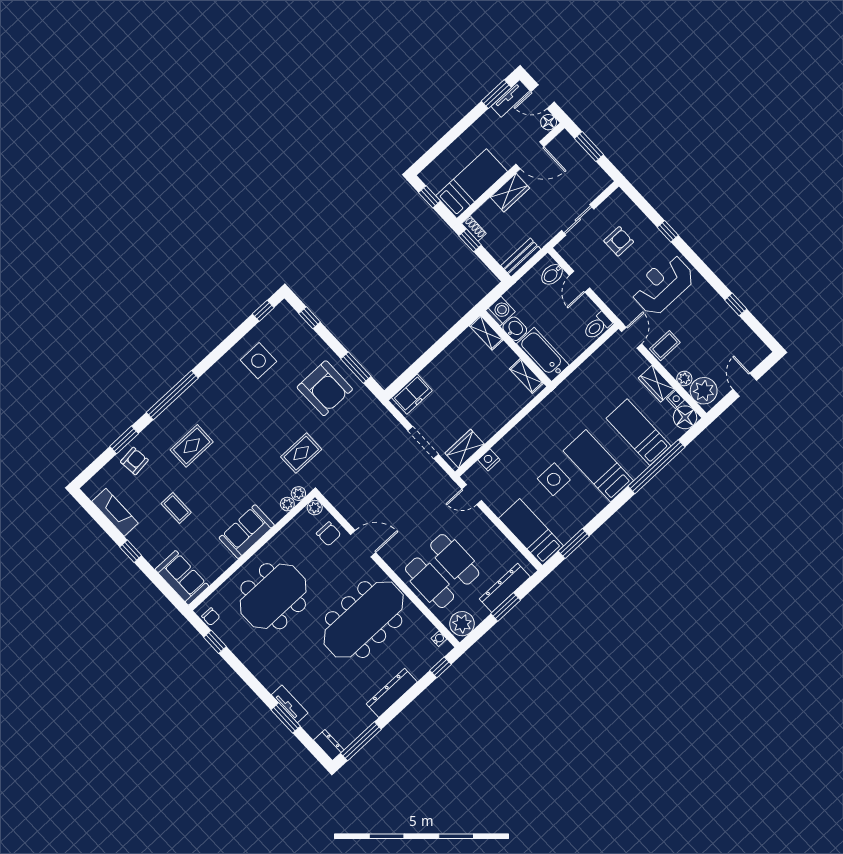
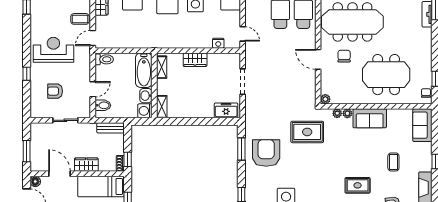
reception desk: (663, 285) -> (53, 50), turned 180
wardrobe: (465, 449) -> (195, 60), moved
rug: (301, 453) -> (307, 132), width x1.36, depth x1.43
plant: (298, 494) -> (347, 113), moved
chair: (329, 534) -> (344, 56), moved

